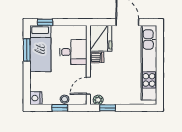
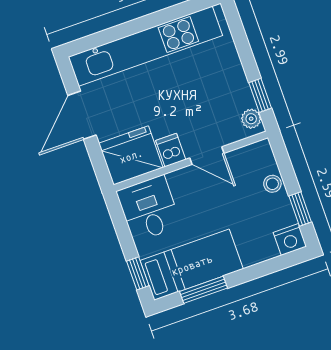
desk: (73, 52) -> (149, 209), moved
door: (88, 86) -> (207, 156), moved
window: (60, 108) -> (300, 209), moved

